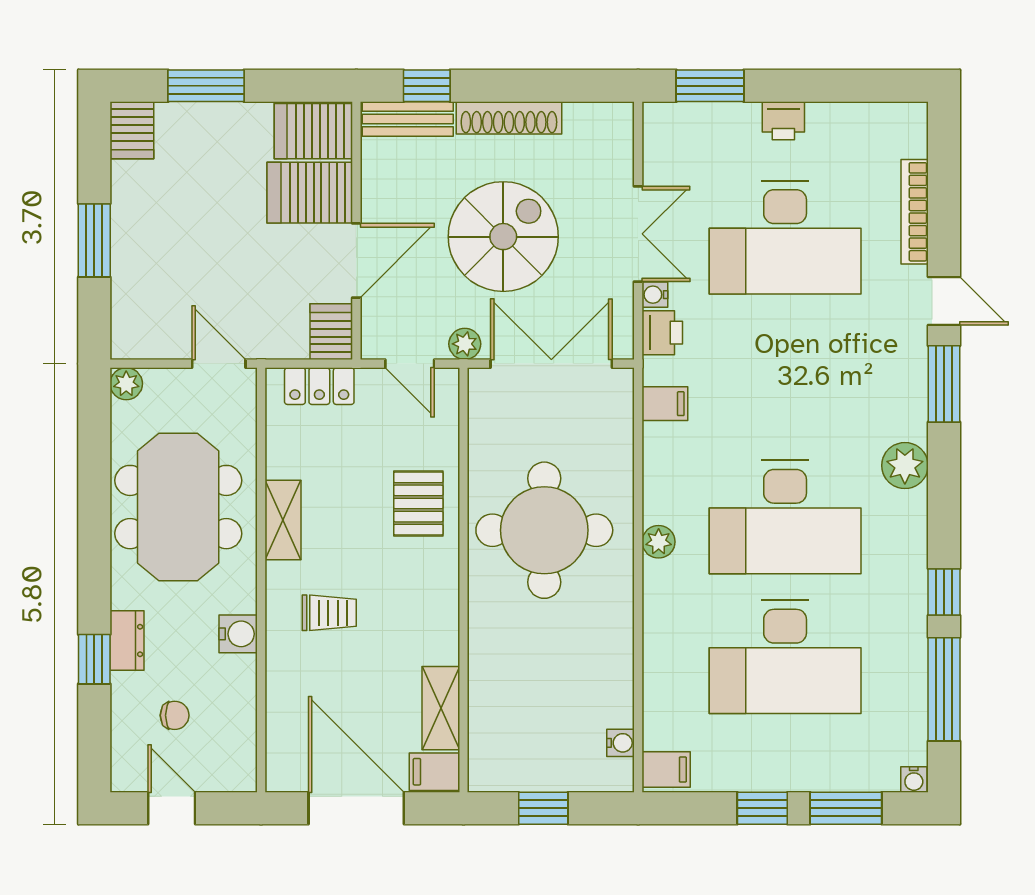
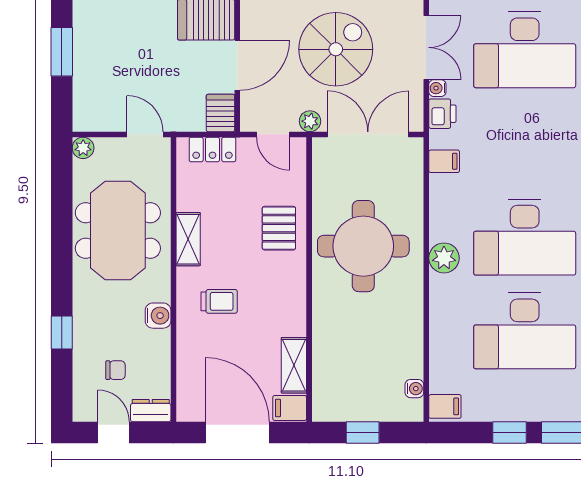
plant: (659, 542) -> (444, 258), width x1.38, depth x1.38
dresser: (127, 640) -> (151, 411), moved, turned -90

